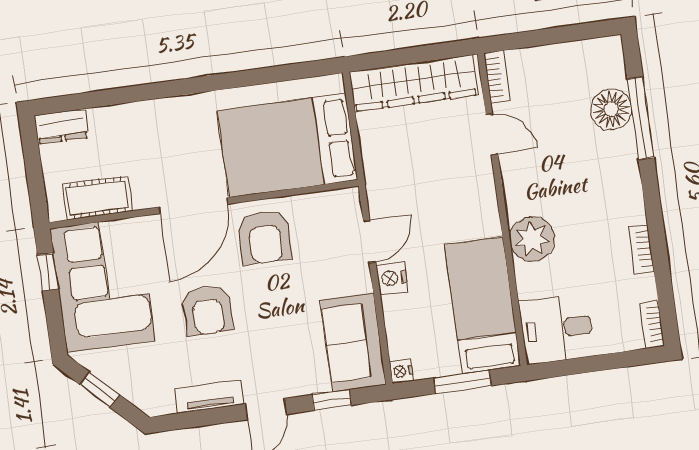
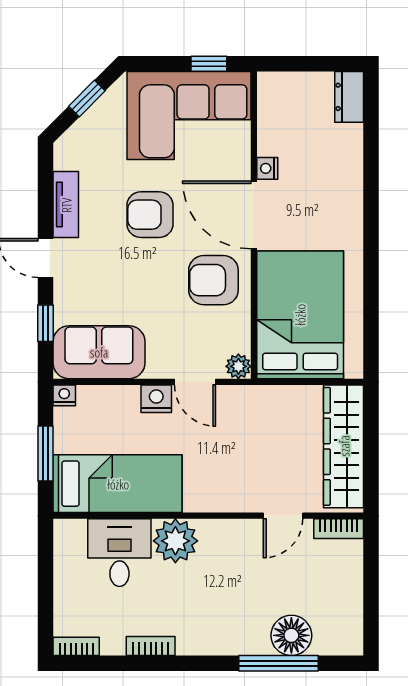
cot: (98, 198) -> (275, 122), removed
nightstand: (145, 199) -> (267, 168), added
plant: (348, 200) -> (238, 366), added
desk: (557, 329) -> (119, 553), moved

